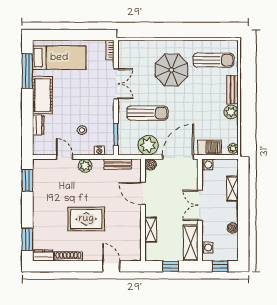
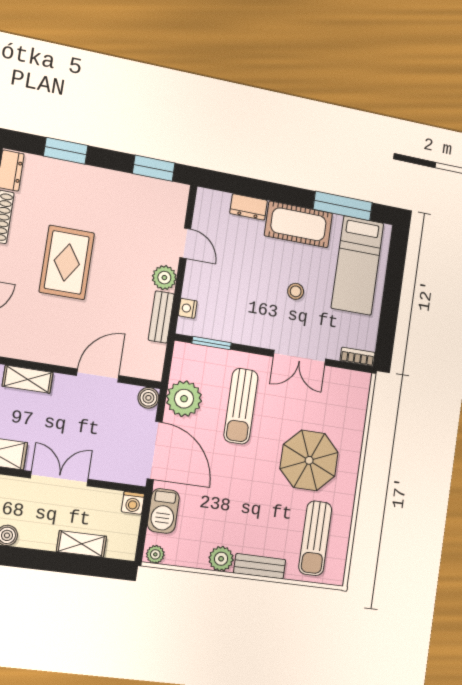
stool: (82, 130) -> (296, 291), moved
door: (64, 157) -> (185, 243), hinge flipped
bench: (118, 164) -> (161, 317), moved
window: (27, 239) -> (66, 151), moved

